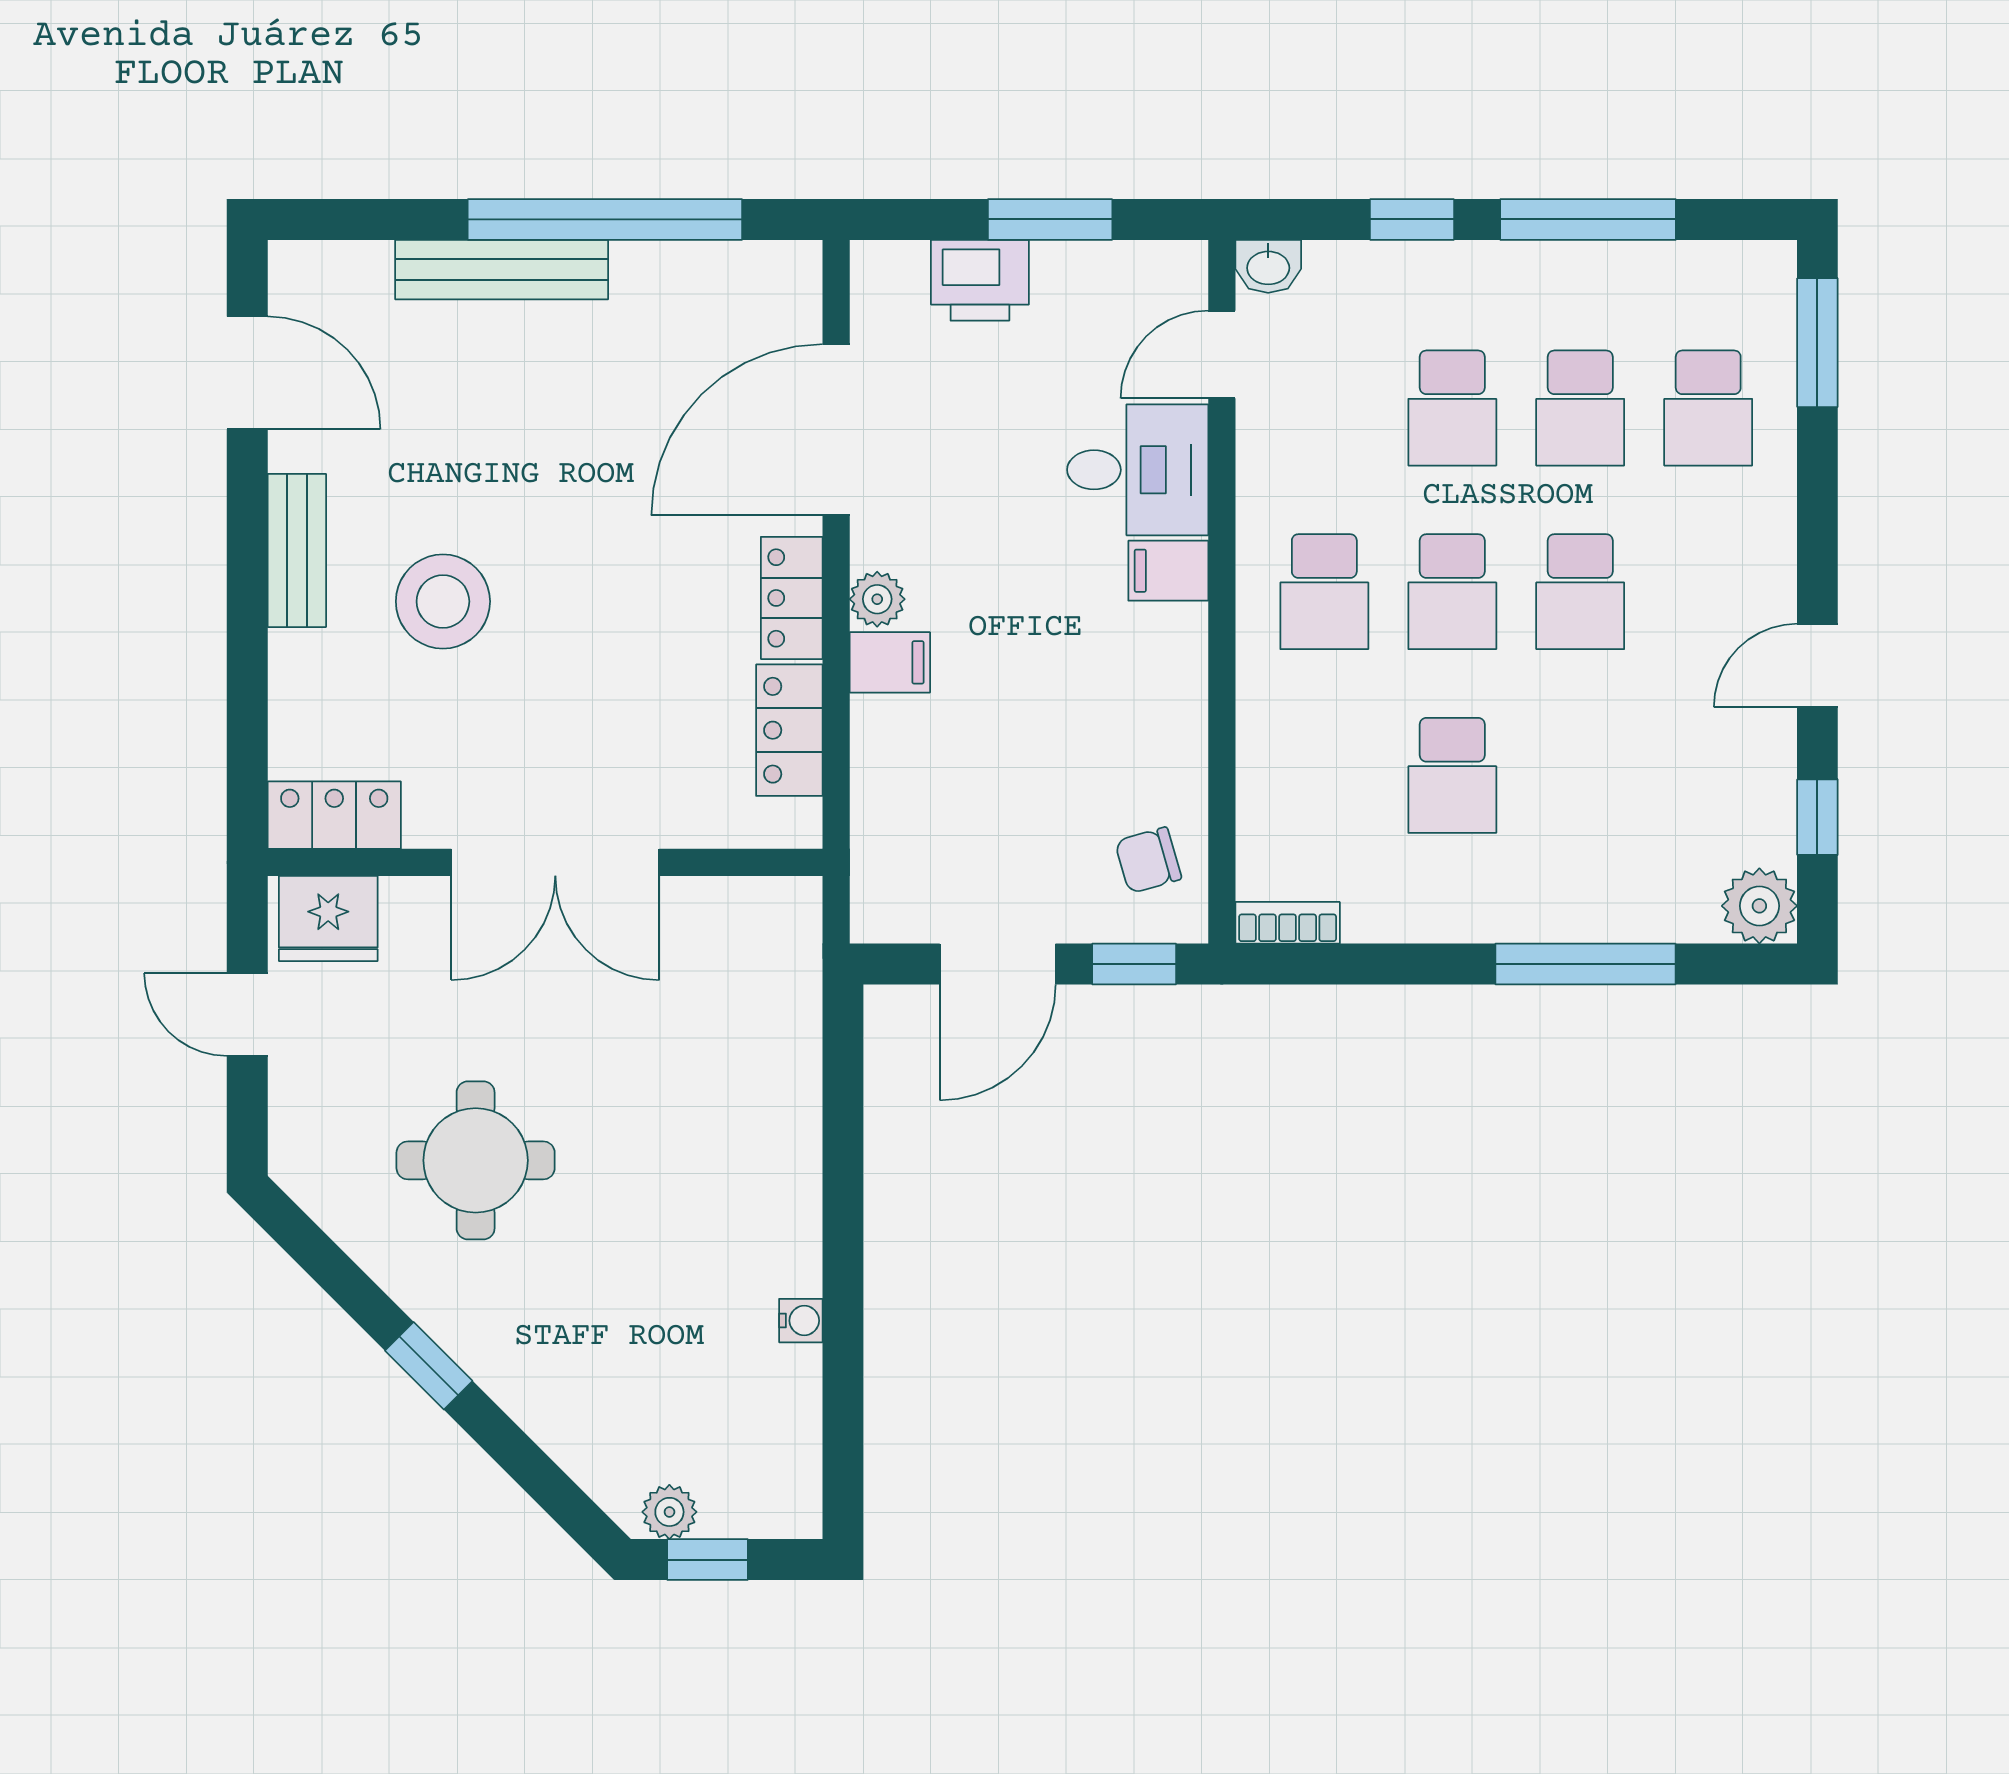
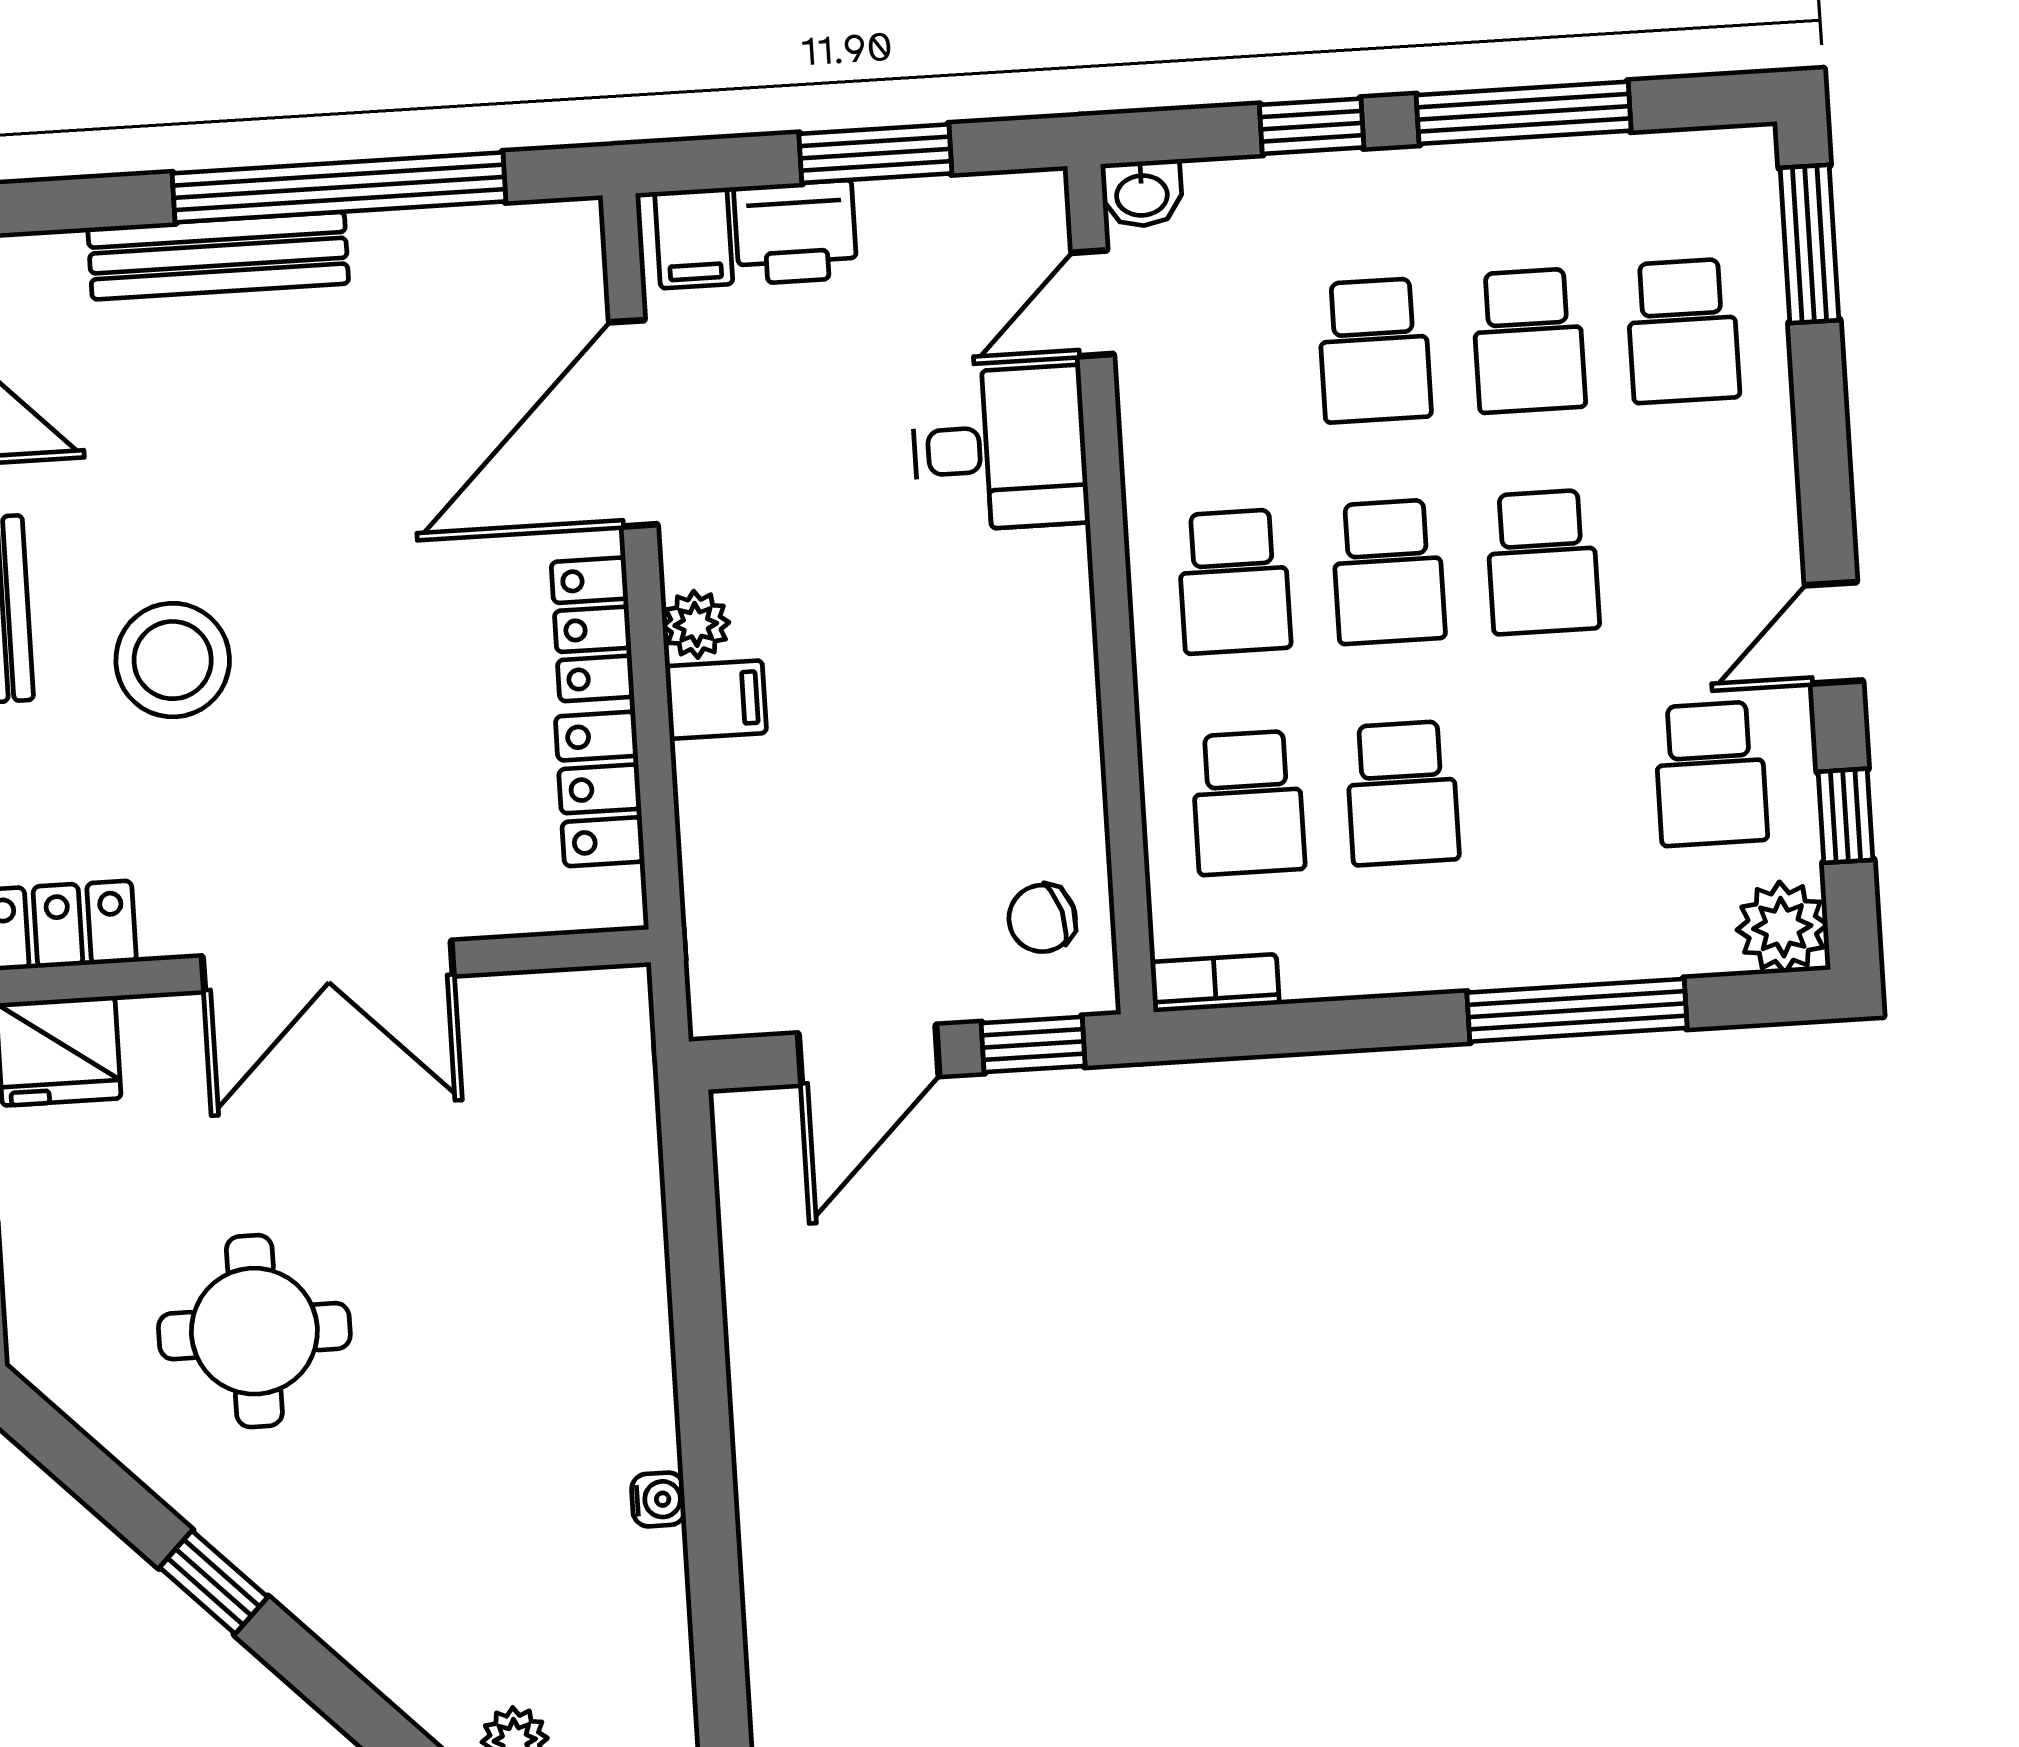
filing cabinet: (1168, 571) -> (694, 238), moved, turned -90
school desk: (1324, 775) -> (1248, 803), added
school desk: (1708, 775) -> (1711, 774), added

